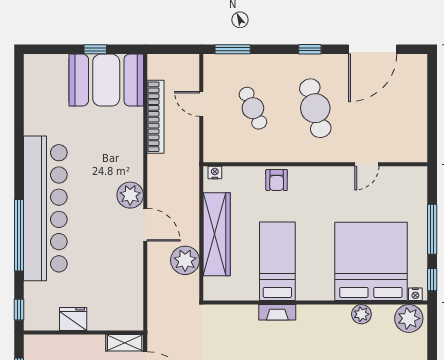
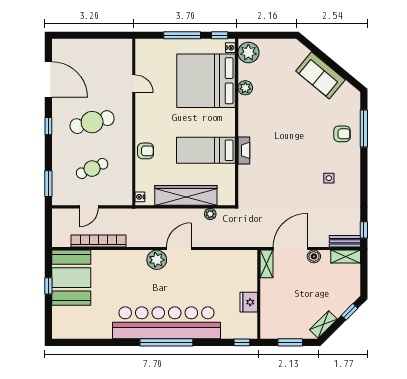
window: (19, 235) -> (166, 342), moved
plant: (185, 260) -> (210, 214), width x0.53, depth x0.53

